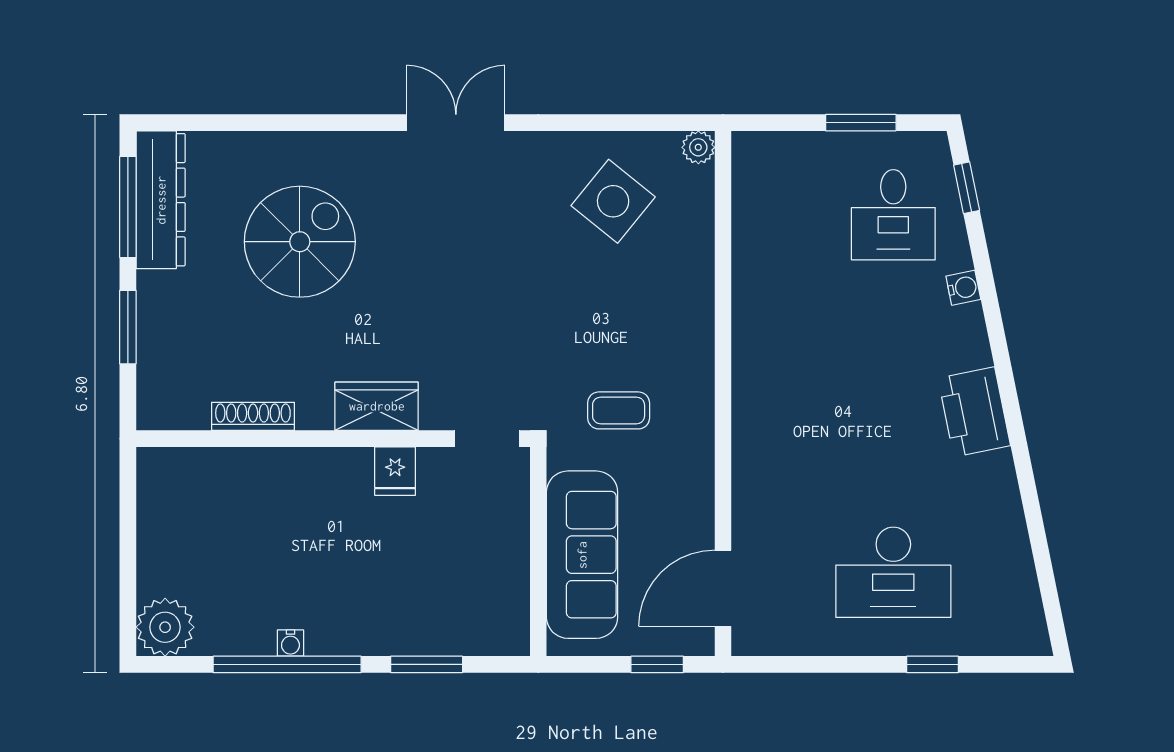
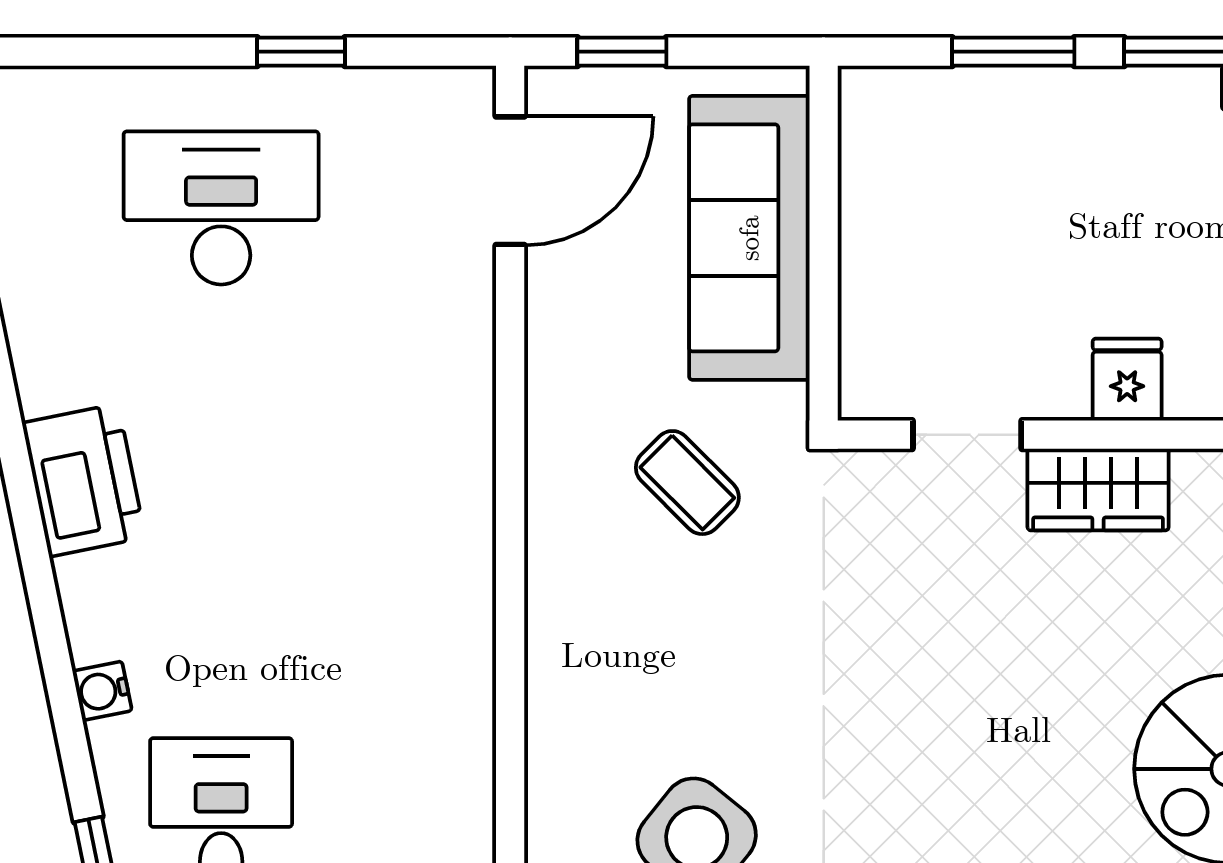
coffee table: (619, 410) -> (687, 483), turned 45
doorway: (487, 439) -> (967, 435), moved
fridge: (395, 471) -> (1127, 380), moved
window: (933, 664) -> (301, 52), moved

